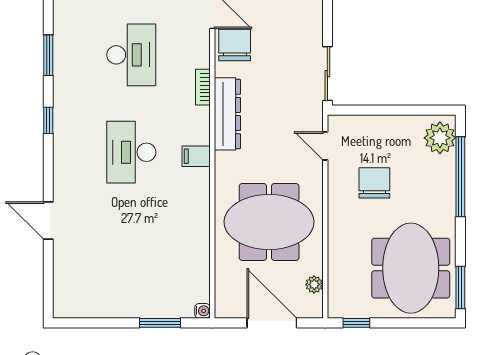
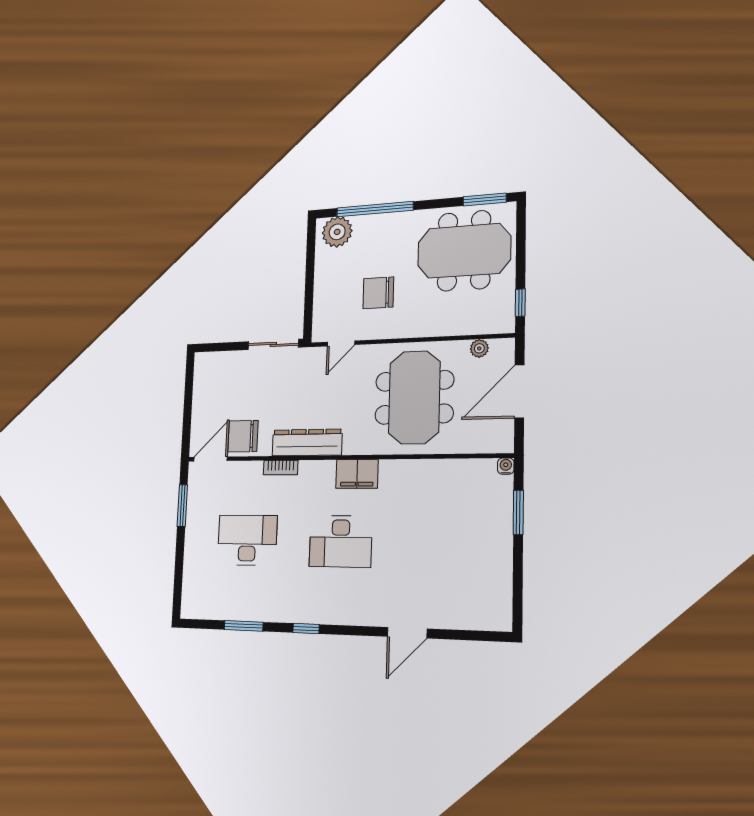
filing cabinet: (196, 156) -> (357, 474), width x2.00

